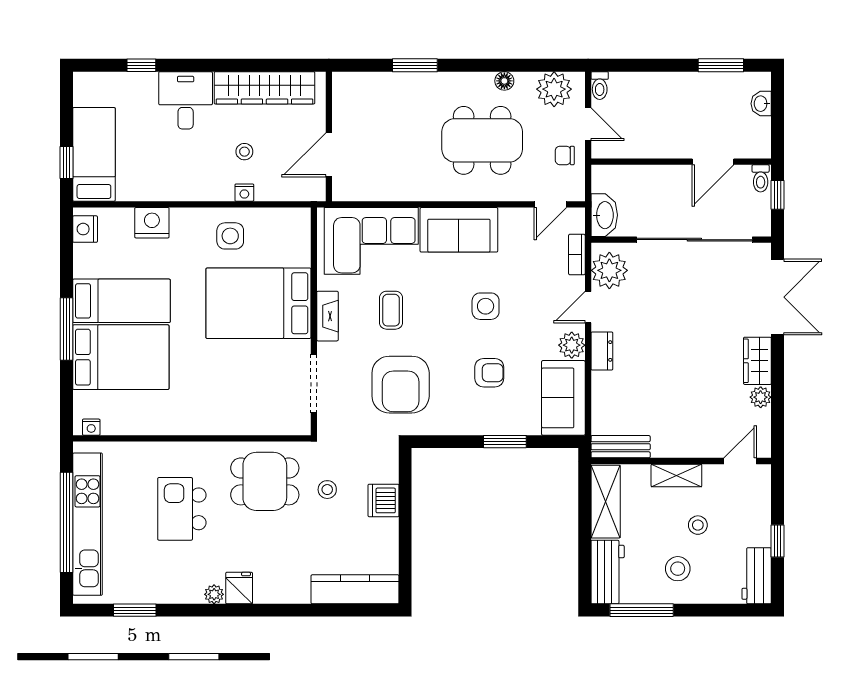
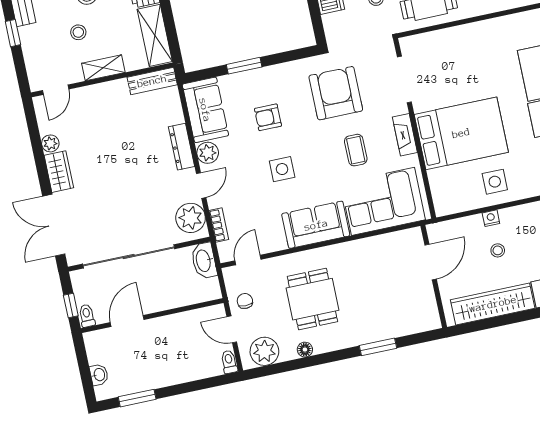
dining table: (482, 140) -> (312, 299), width x0.73
chair: (565, 155) -> (245, 301), turned -90
dresser: (602, 351) -> (182, 147), width x1.44

